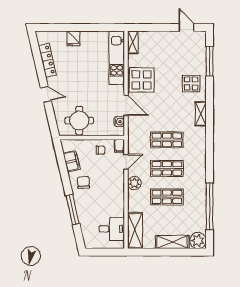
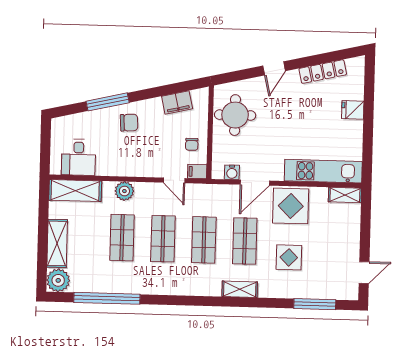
display table: (191, 83) -> (289, 257), moved
shop shelf: (167, 111) -> (245, 241), added
chair: (83, 182) -> (129, 123), moved
plant: (134, 183) -> (124, 191), moved

